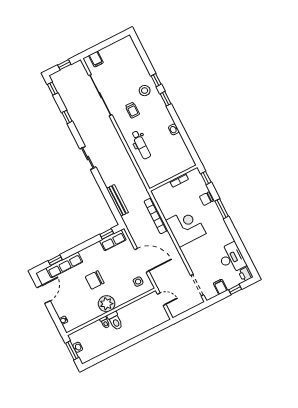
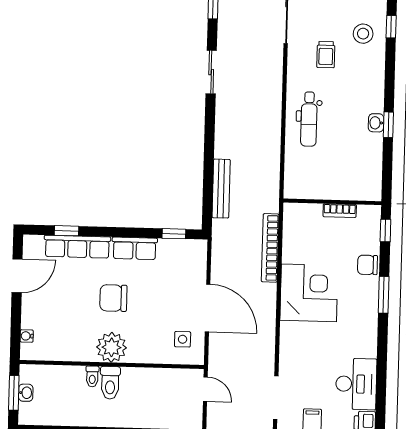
window: (166, 99) -> (388, 125), moved
sliding door: (88, 158) -> (211, 72), moved
row of seats: (113, 240) -> (135, 248), moved

